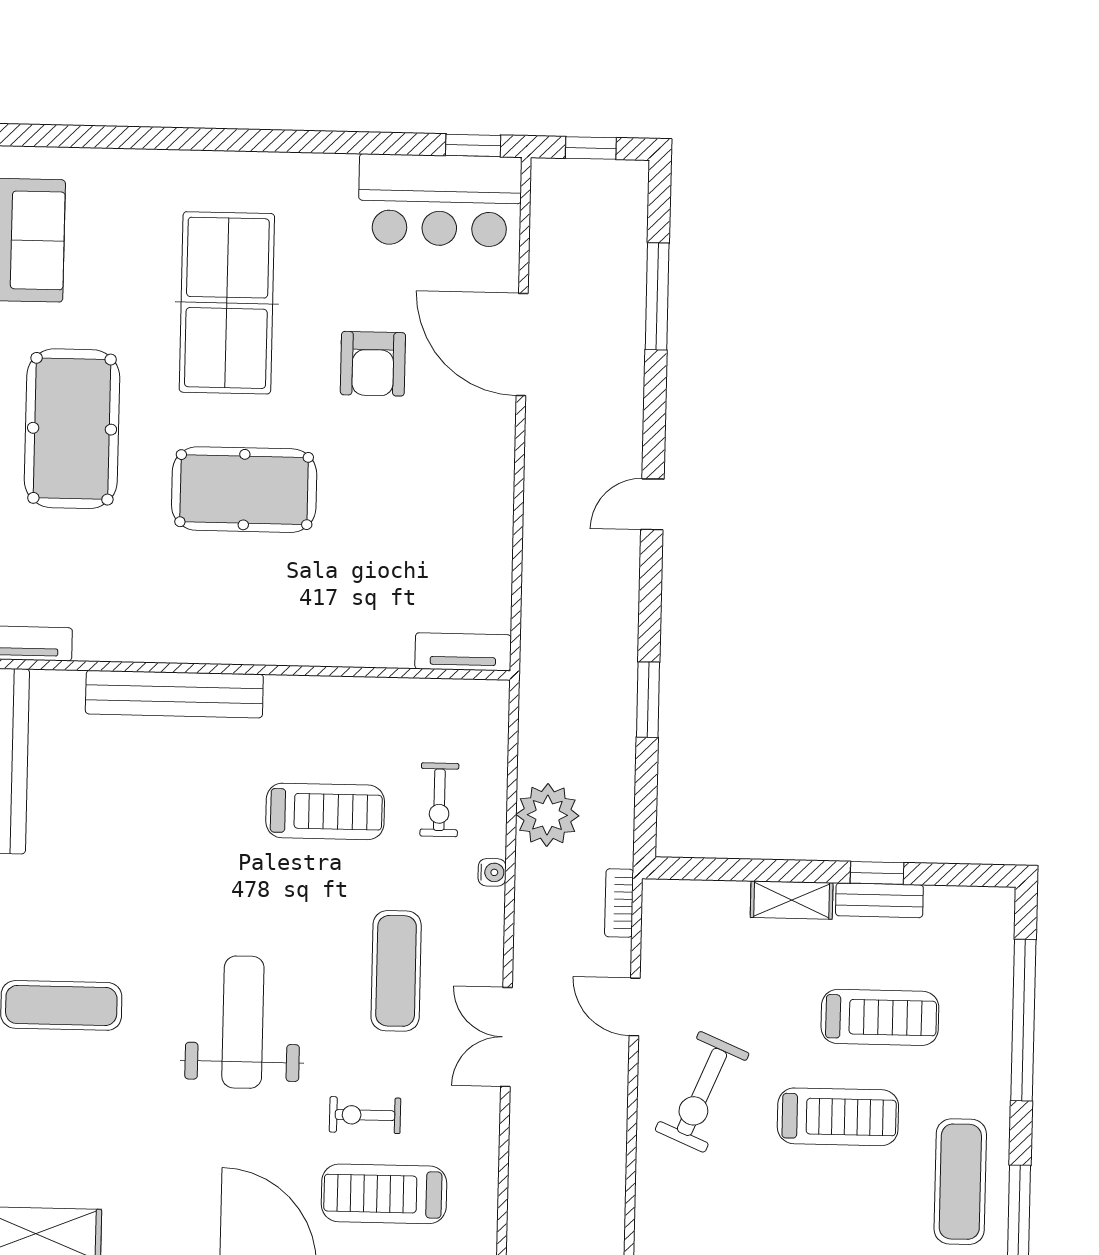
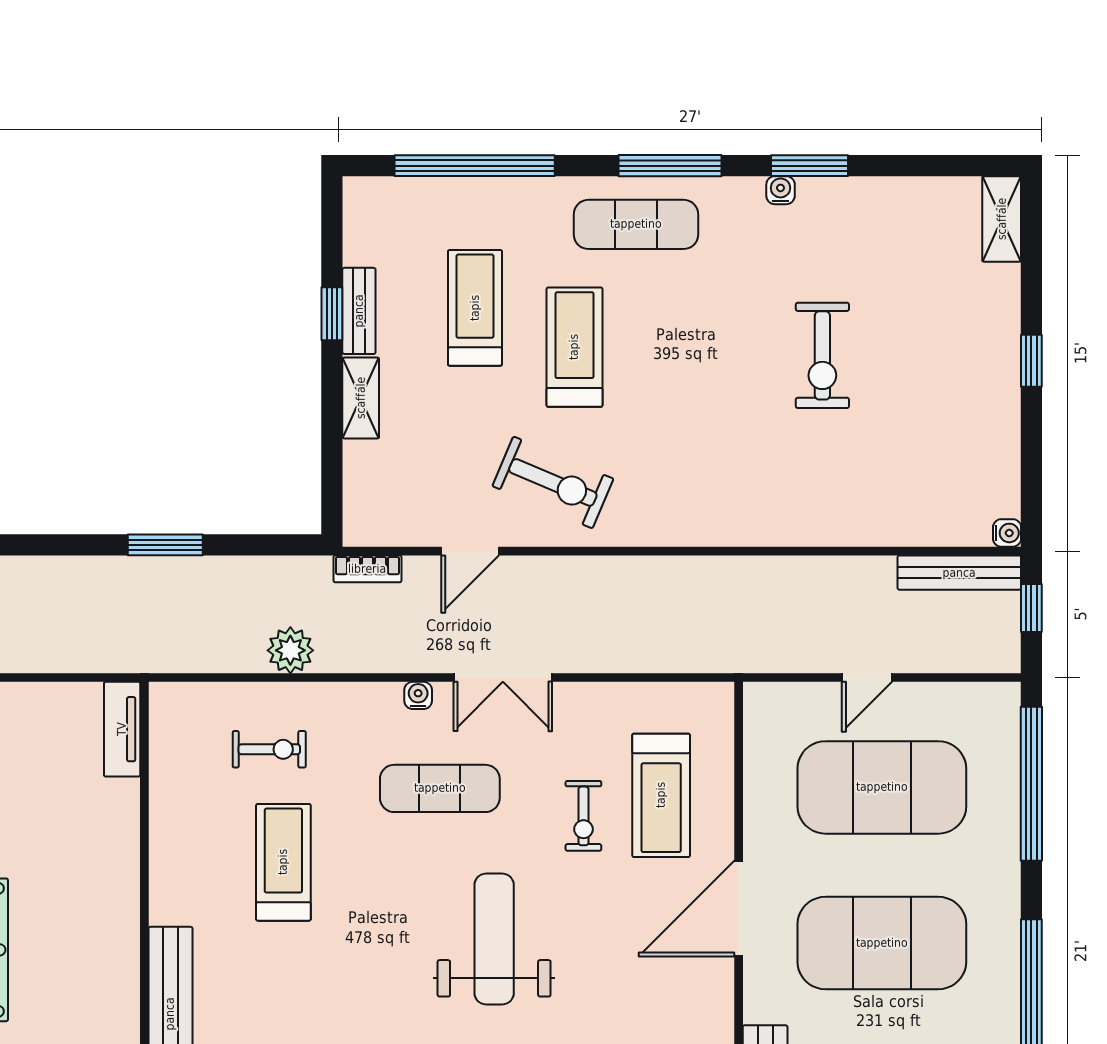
plant: (547, 815) -> (290, 650), width x0.73, depth x0.73
water cooler: (492, 872) -> (418, 695), moved
weight bench: (243, 1022) -> (494, 939), turned 90

